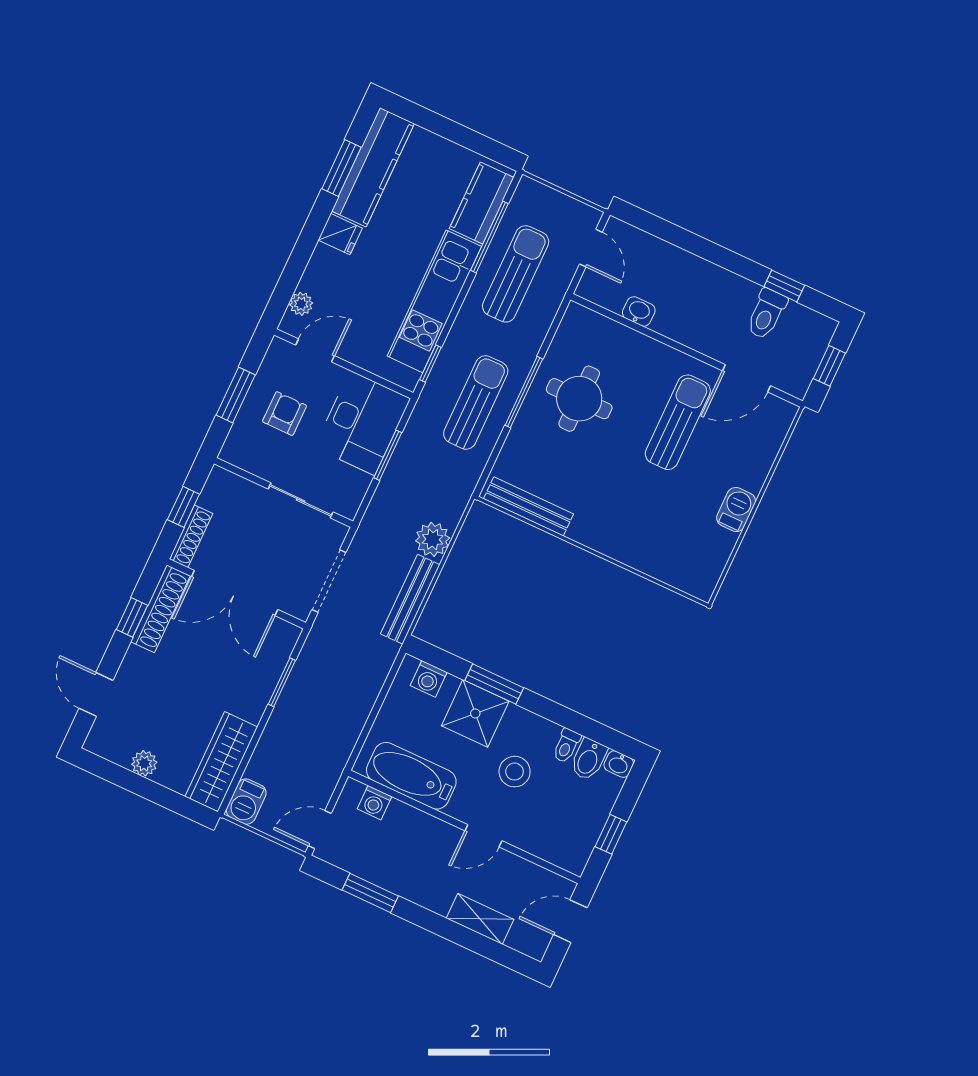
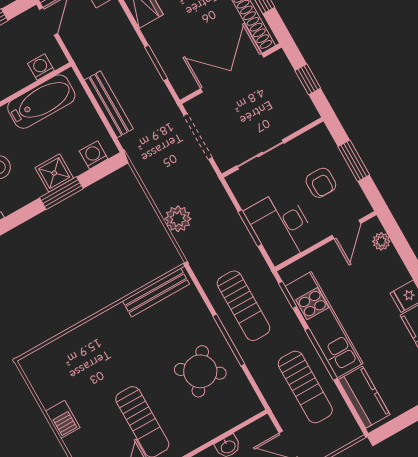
window: (489, 237) -> (321, 354), moved
round table: (579, 399) -> (200, 371), turned 35
shoe rack: (191, 536) -> (286, 71), removed
bench: (410, 599) -> (109, 104), moved
shower: (475, 713) -> (54, 173), width x0.73, depth x0.73

